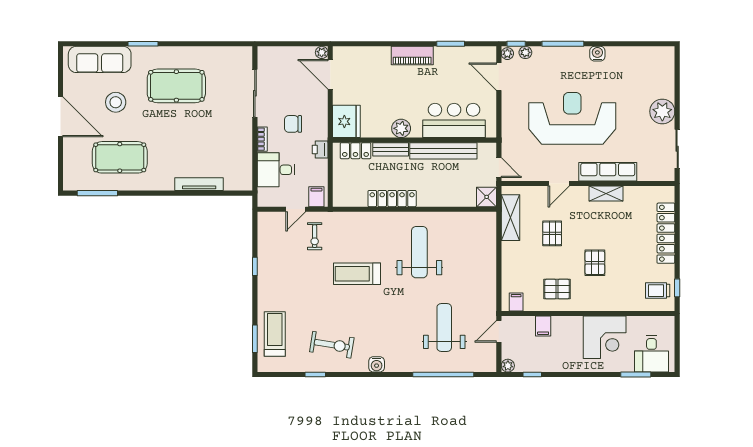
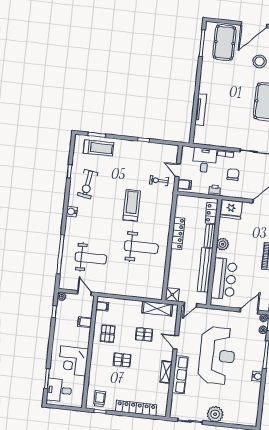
pool table: (120, 157) -> (224, 43), moved

